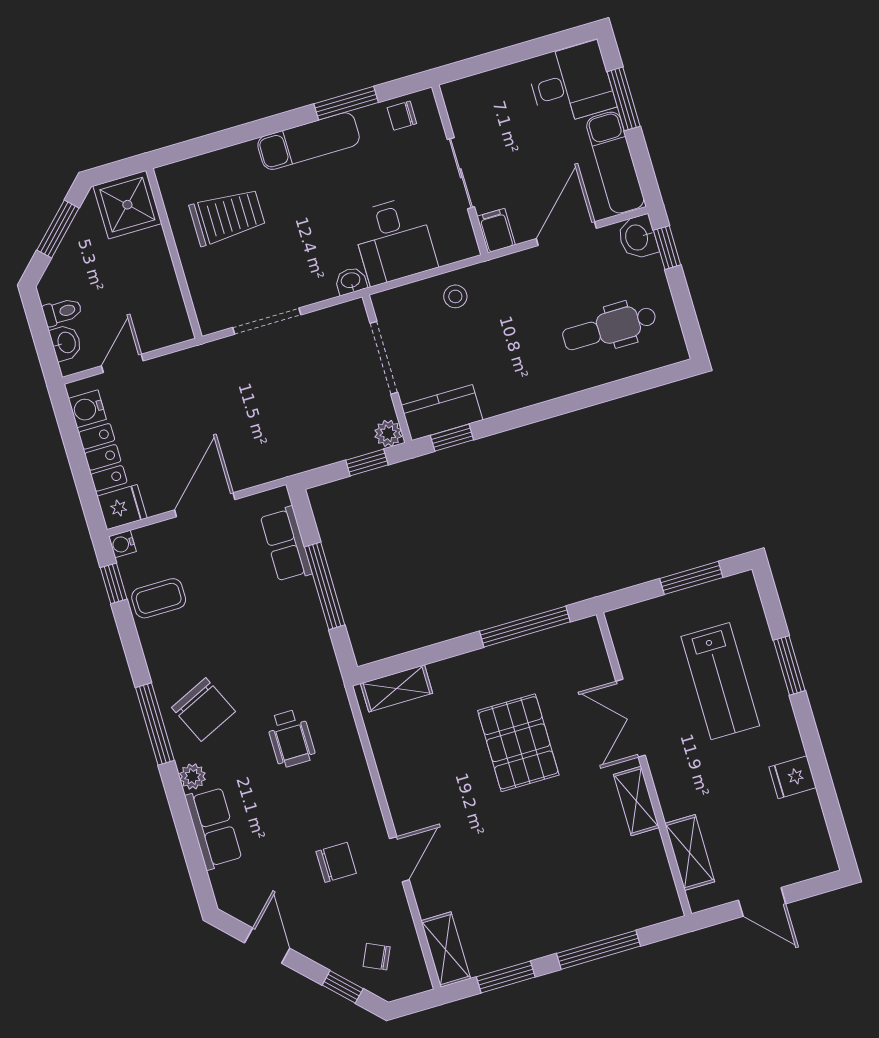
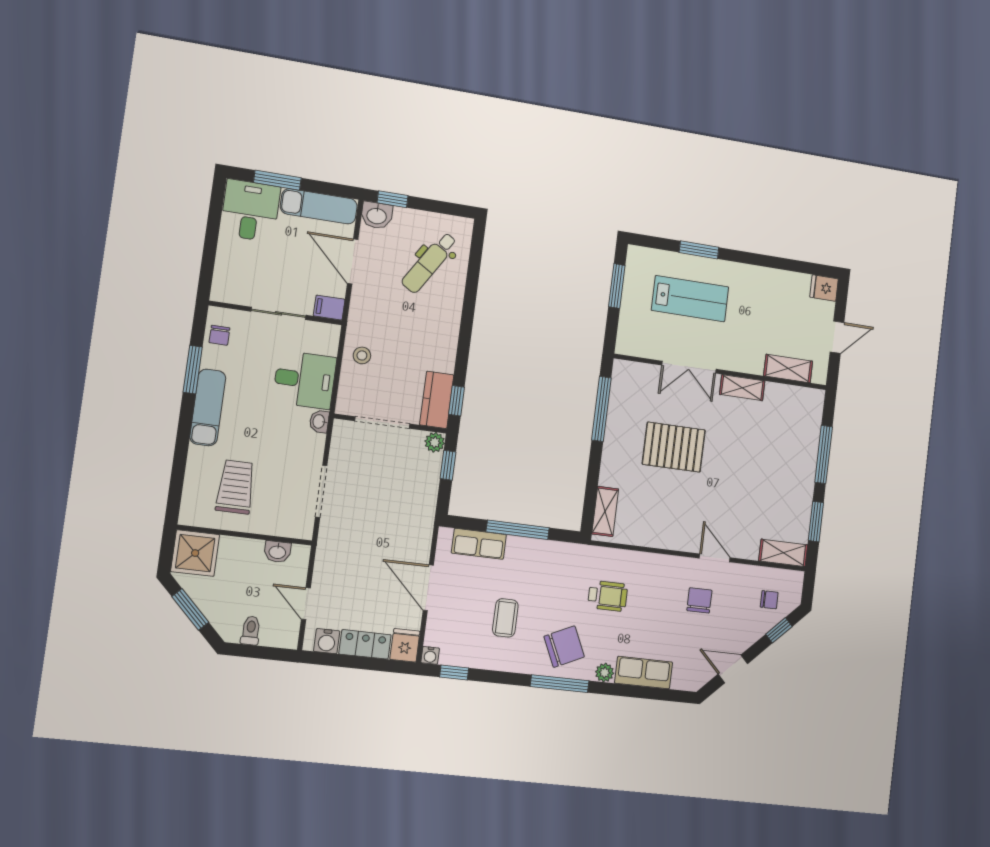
dental chair: (609, 328) -> (429, 263), turned 32
washbasin: (66, 343) -> (277, 552), moved, turned 180
coffee table: (159, 598) -> (505, 618), moved
fridge: (793, 777) -> (824, 288), moved, turned 90
chair: (377, 957) -> (769, 600), turned -115

